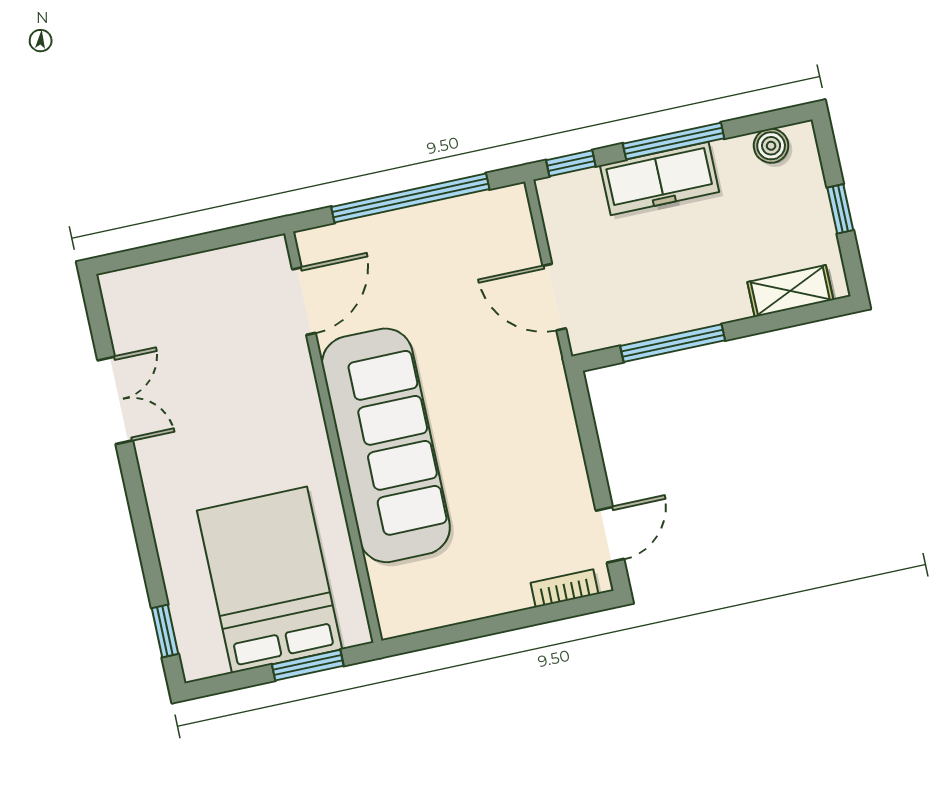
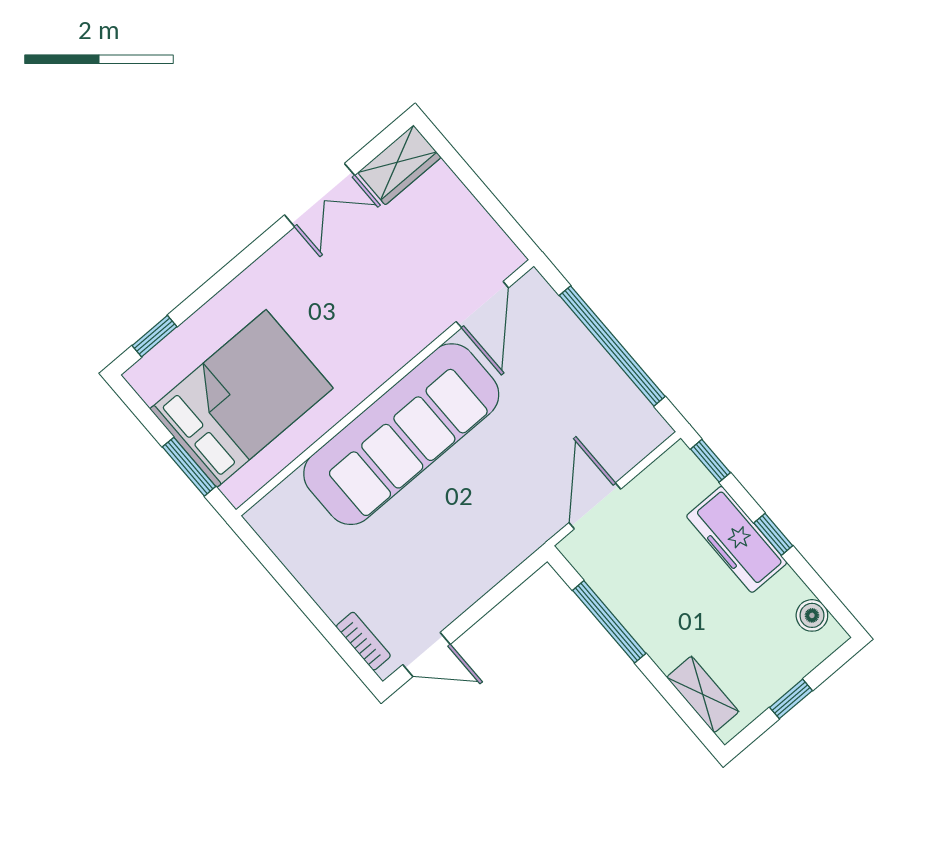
window: (674, 141) -> (773, 534), width x0.46
door: (304, 301) -> (482, 305), hinge flipped
wardrobe: (127, 308) -> (399, 165), added

